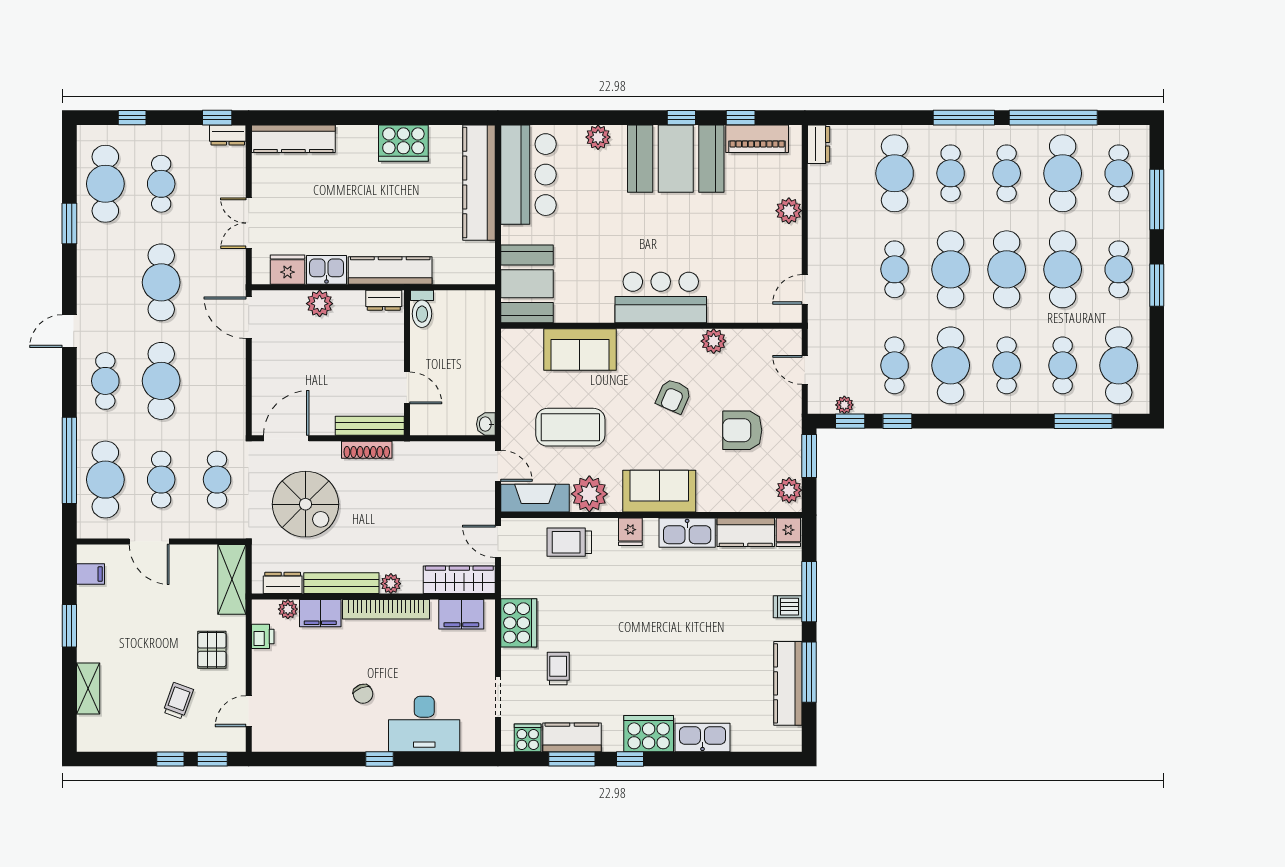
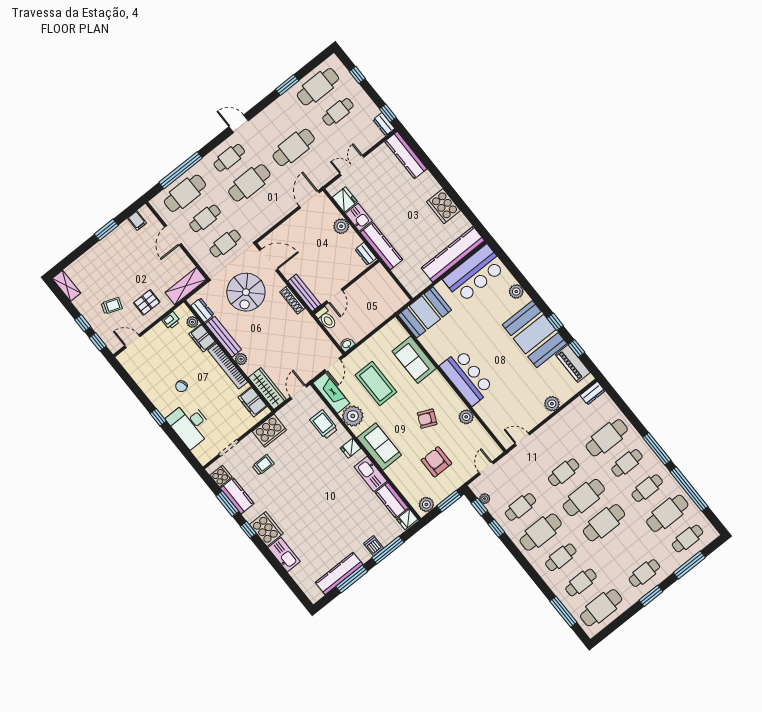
cafe table: (1063, 269) -> (624, 548), removed
toilet: (422, 309) -> (326, 319), moved, turned -90
shelving: (88, 689) -> (67, 286), moved, turned 90

